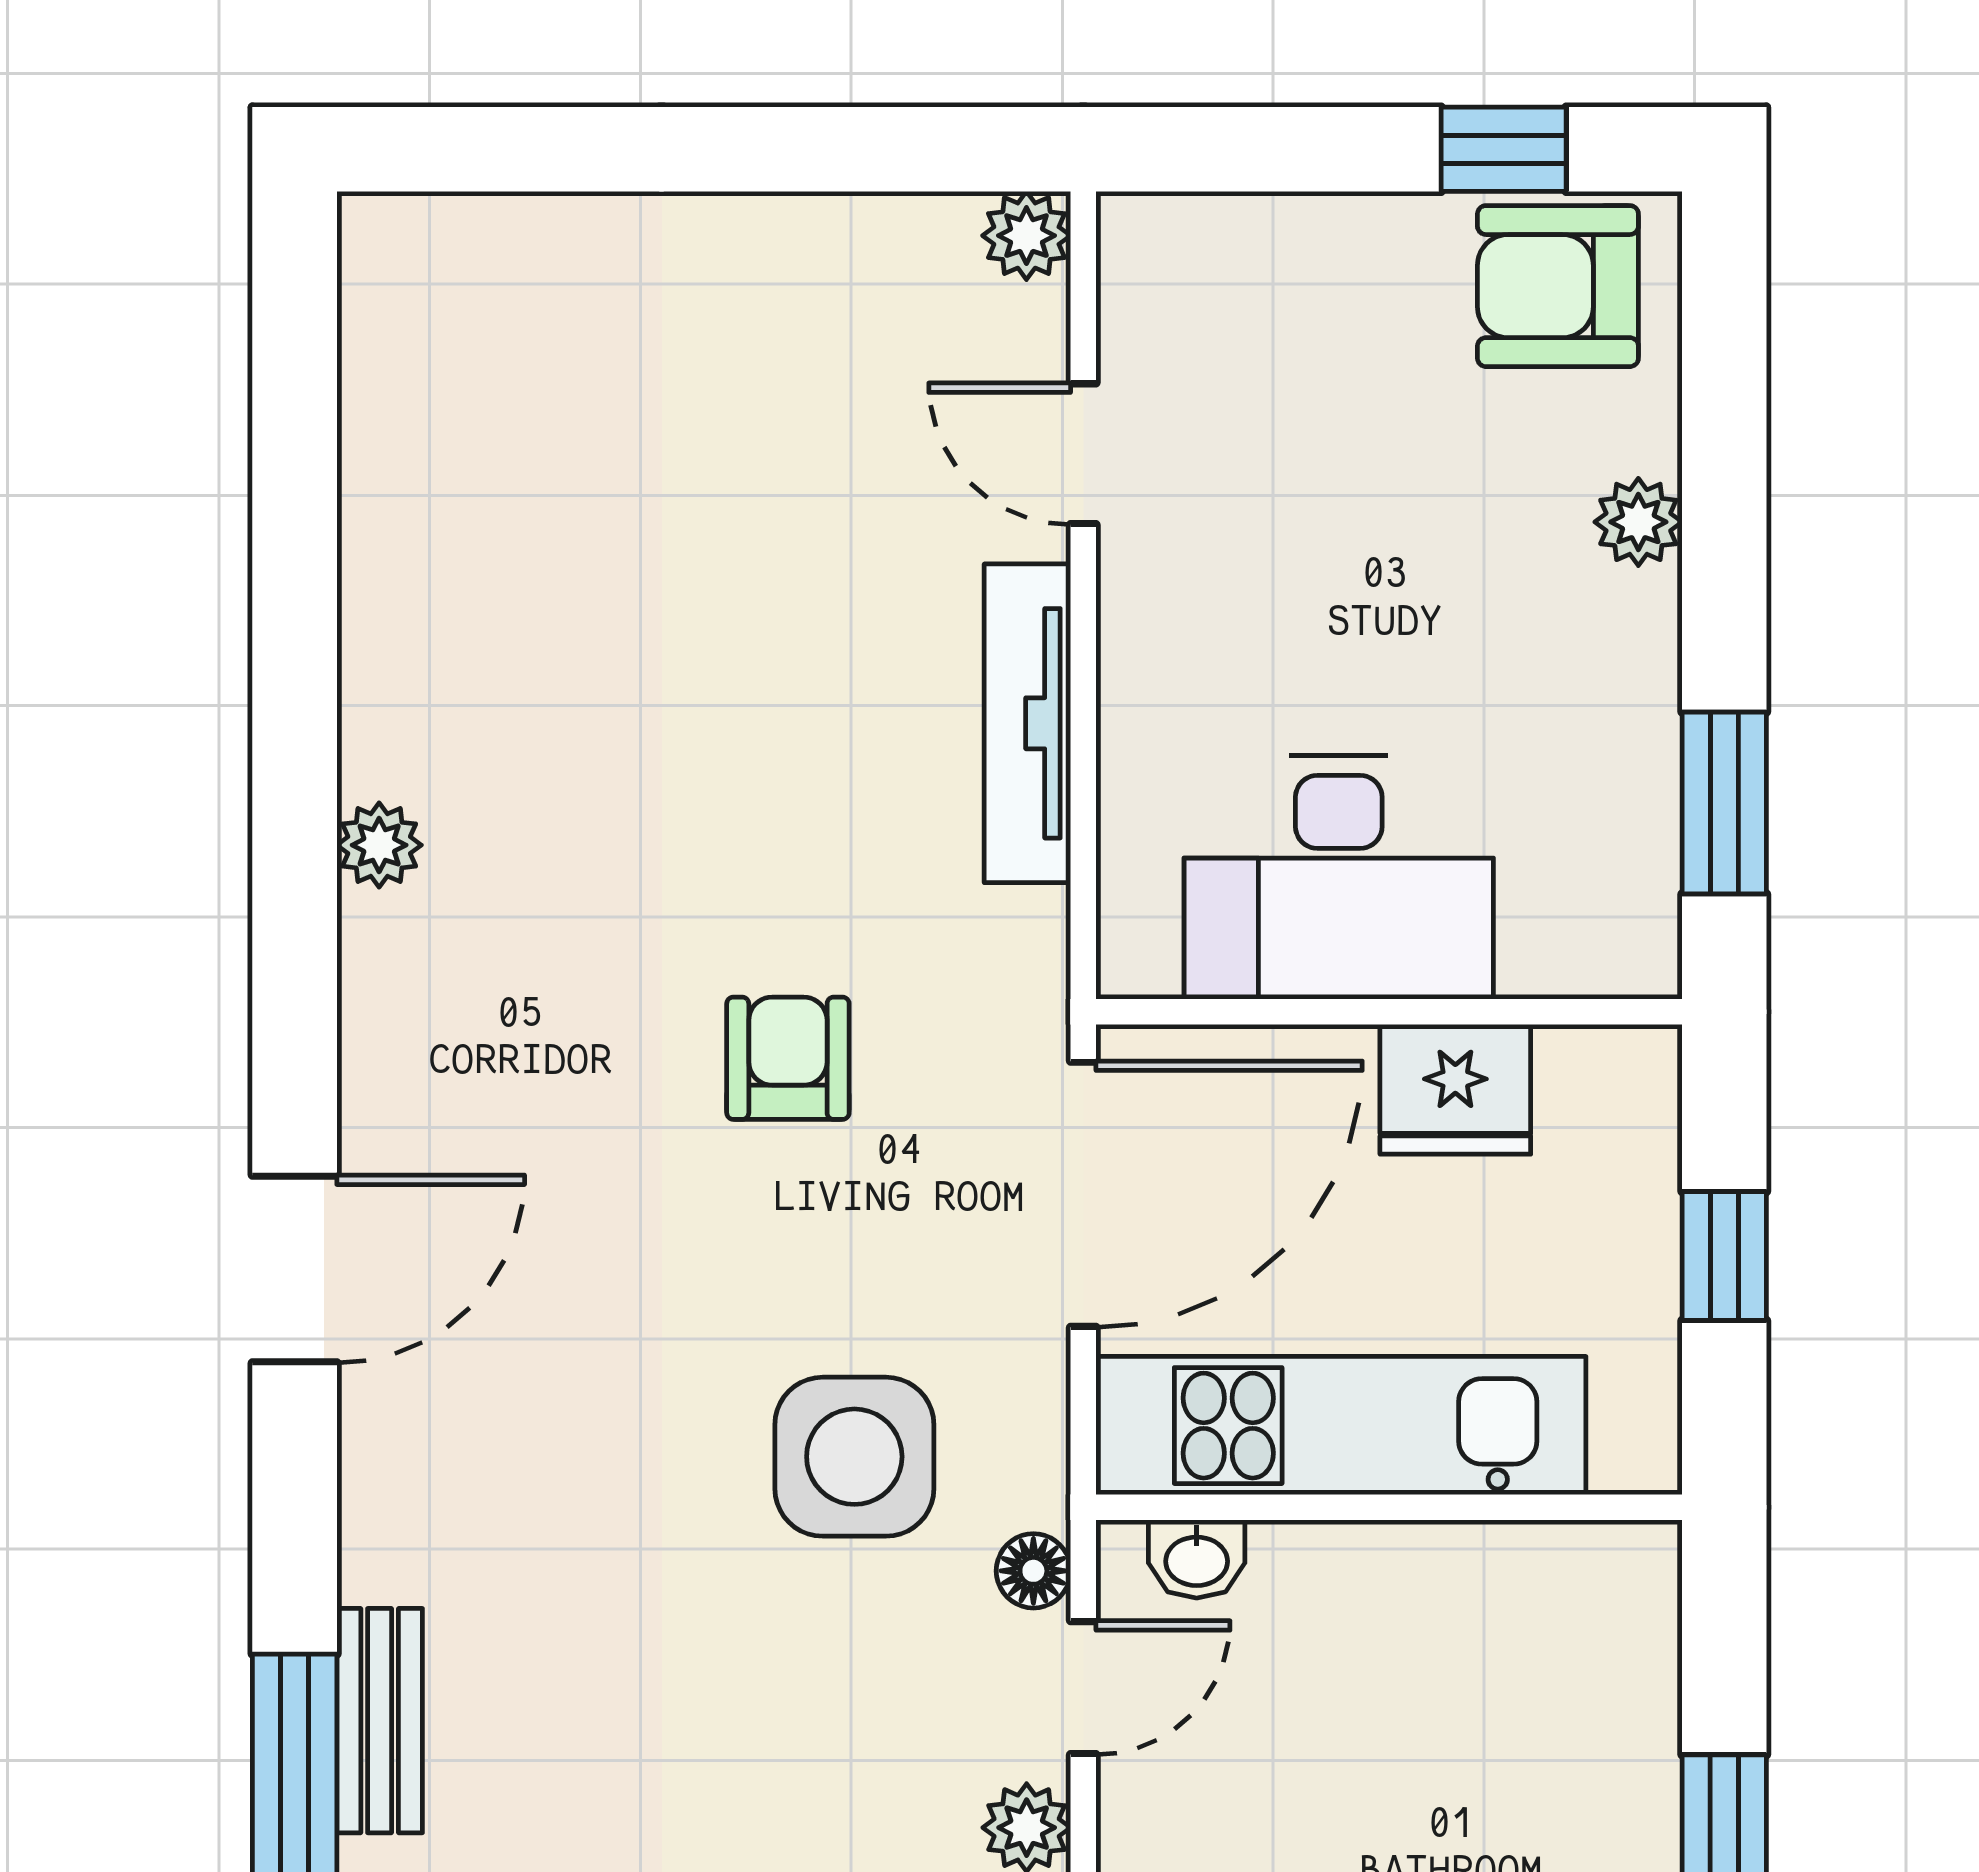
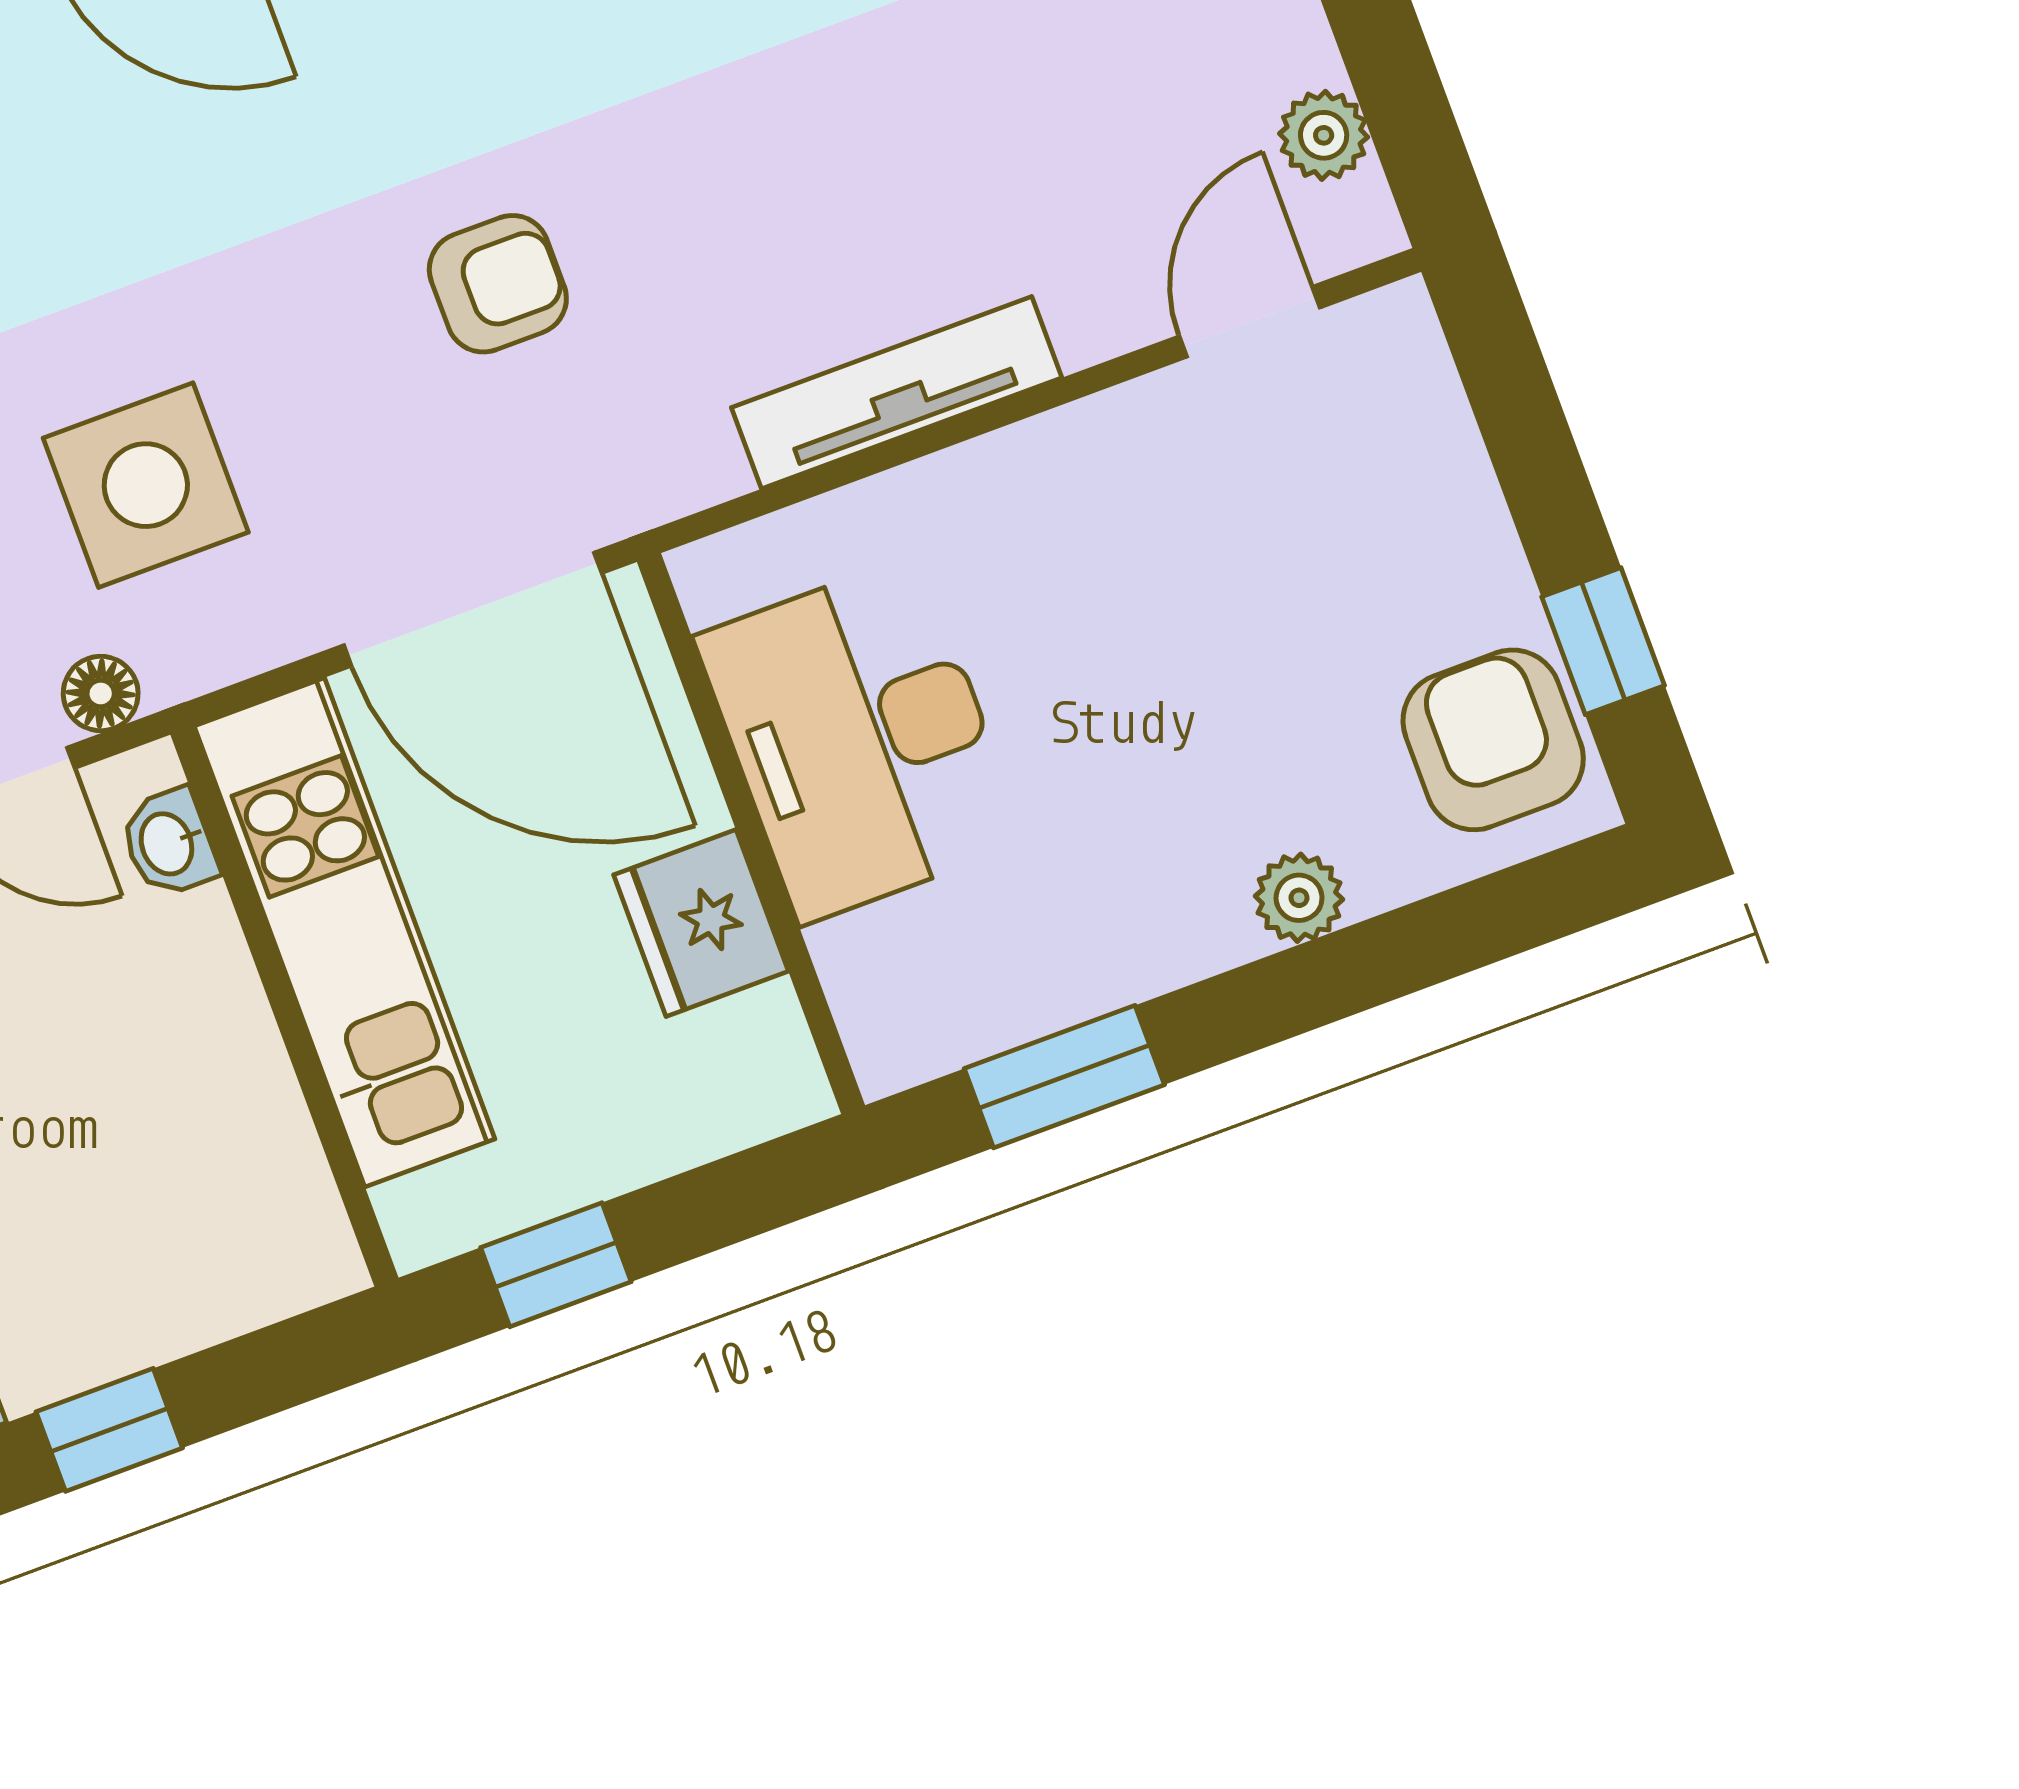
plant: (1026, 236) -> (1324, 135), moved
door: (1083, 454) -> (1250, 322), moved
window: (1724, 1256) -> (556, 1265), moved

